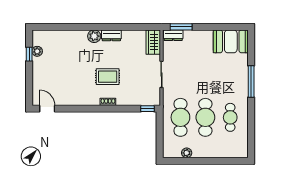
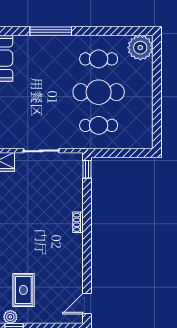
rug: (108, 77) -> (23, 290), moved
cafe table: (180, 117) -> (99, 125), width x0.73, depth x0.74
plant: (187, 153) -> (140, 48), moved, width x1.87, depth x1.87

